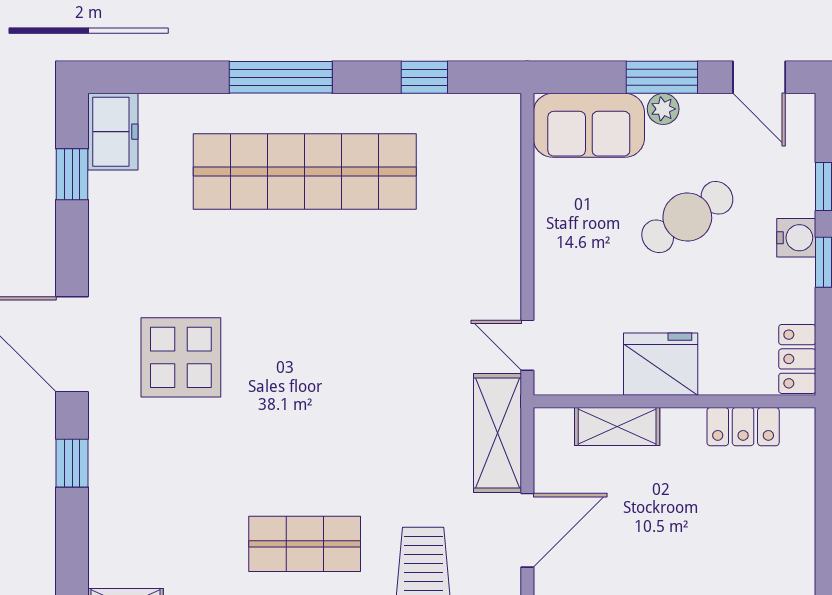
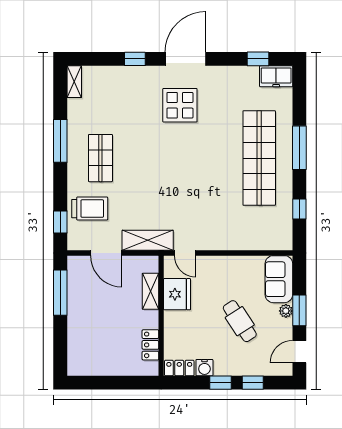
water cooler: (796, 238) -> (204, 368), moved
door: (527, 345) -> (185, 253), swing flipped
fridge: (661, 364) -> (177, 294), moved

